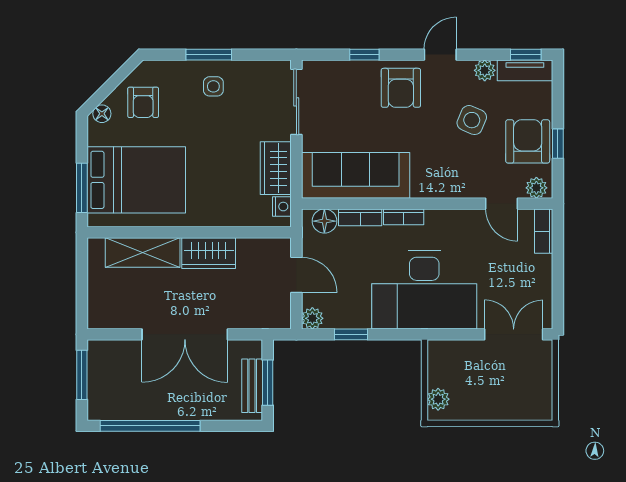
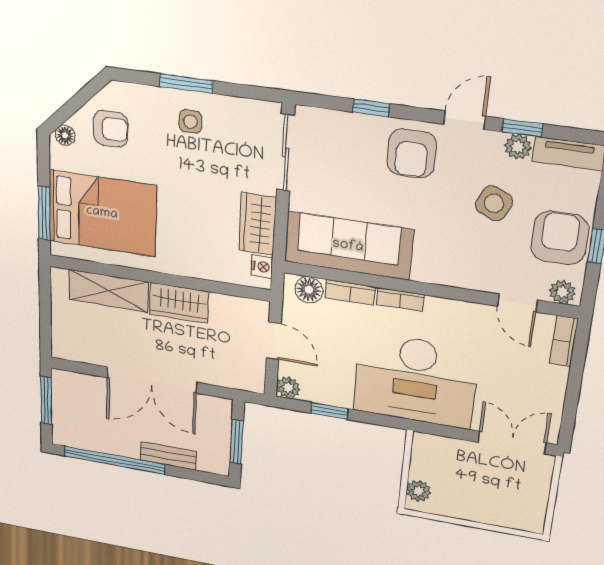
window: (526, 55) -> (522, 128), moved
armchair: (143, 102) -> (111, 129), turned -90
bench: (252, 386) -> (168, 456), moved, turned 90

